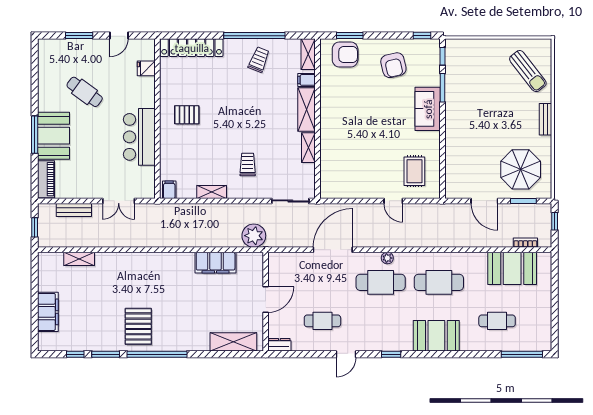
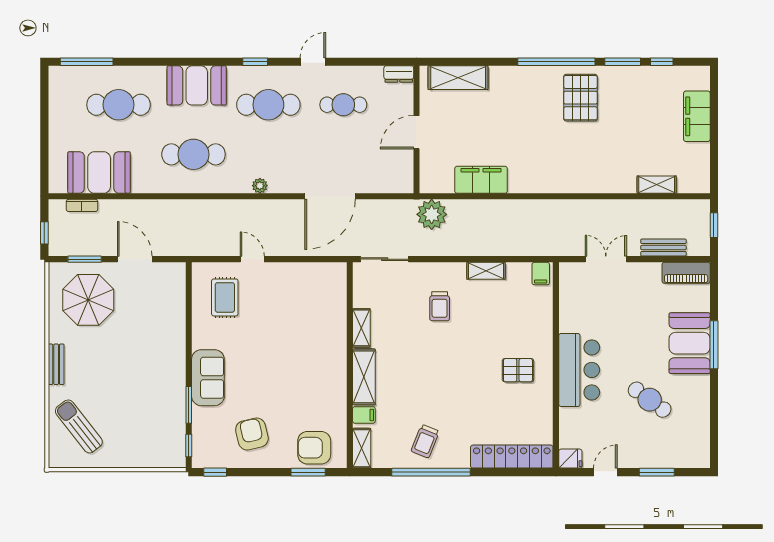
fridge: (146, 68) -> (570, 459), moved
bar counter: (139, 137) -> (579, 370), moved
piano: (46, 179) -> (686, 273), moved, turned -90
cafe table: (381, 282) -> (268, 105), moved
cafe table: (497, 321) -> (119, 105), width x1.37, depth x1.35

